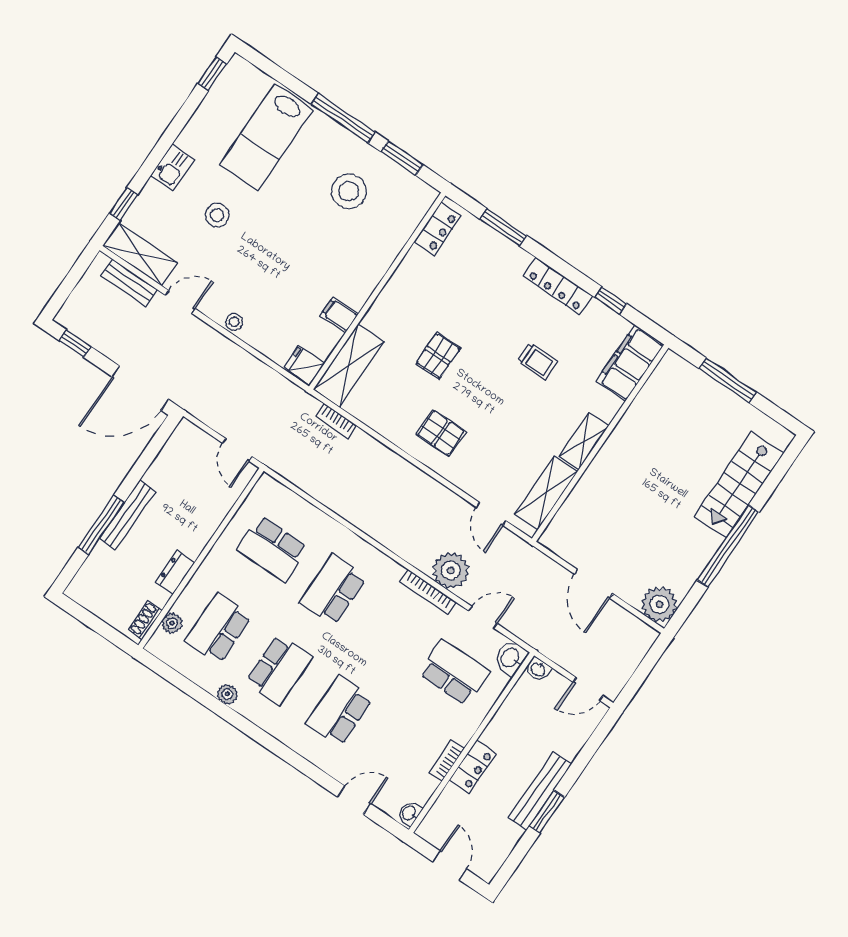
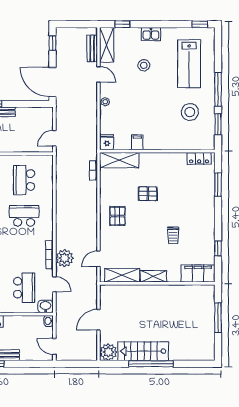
lab bench: (266, 137) -> (189, 64), turned -90
locker: (558, 286) -> (209, 223), removed
stairs: (739, 485) -> (143, 351), moved

